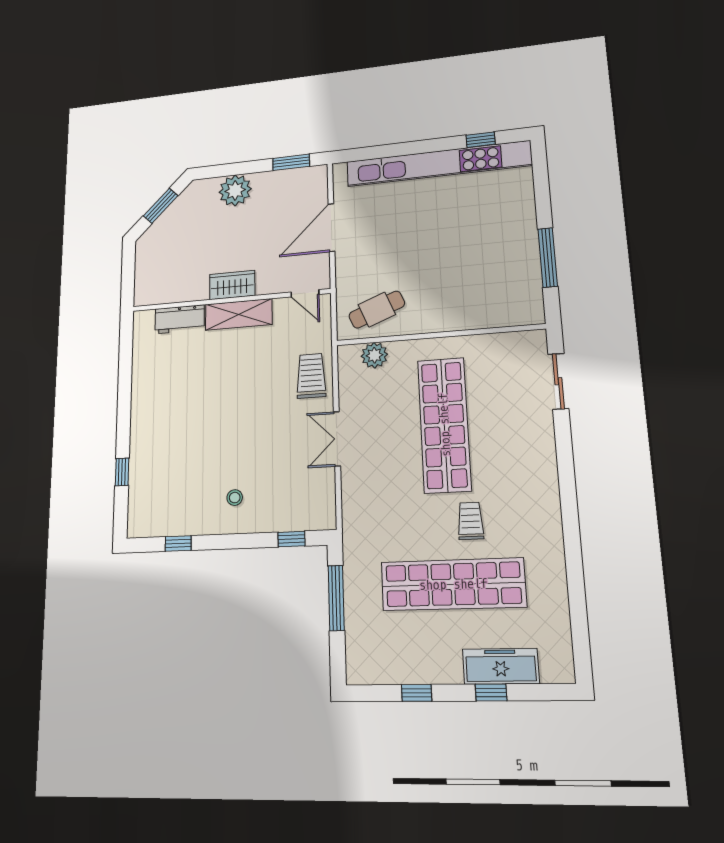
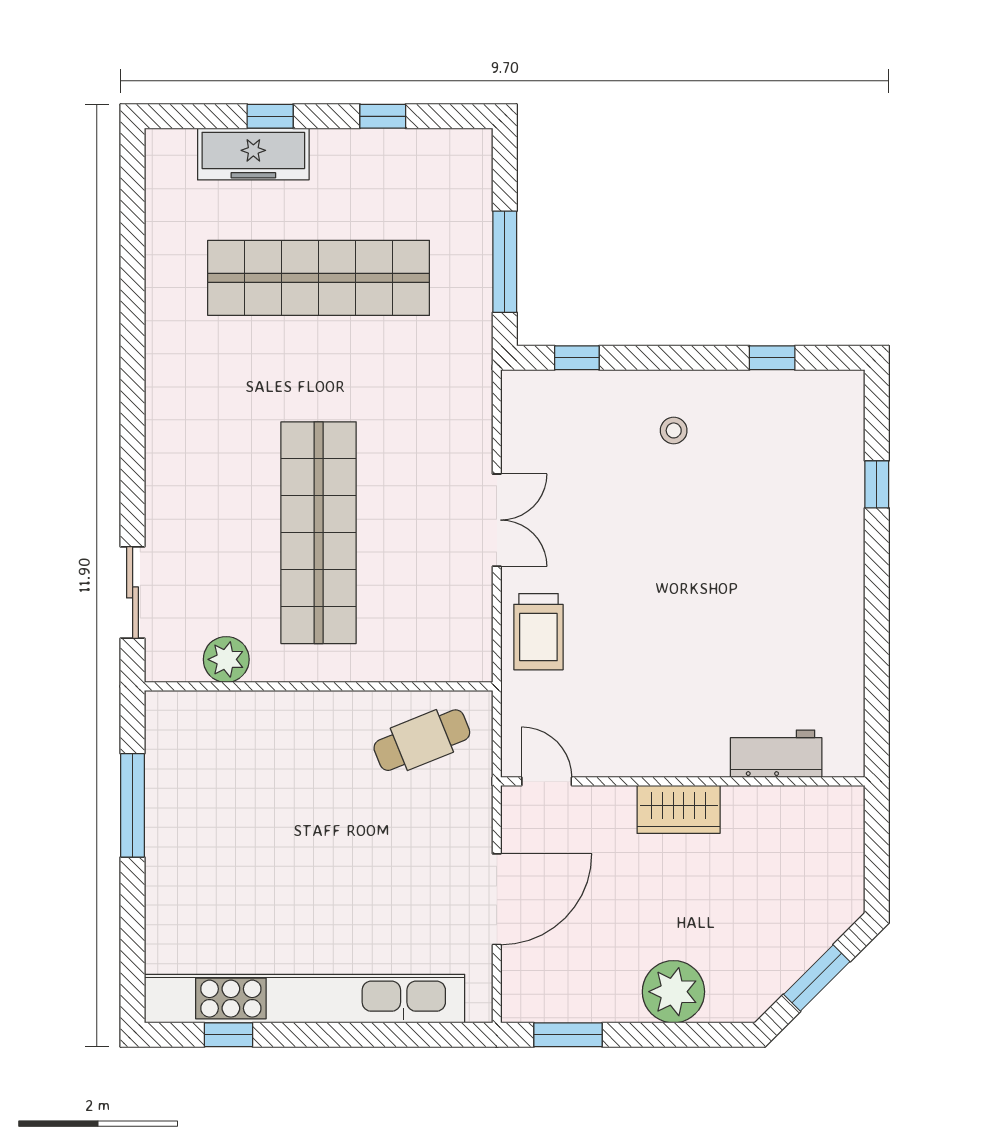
shelving: (239, 314) -> (667, 753), removed
plant: (374, 355) -> (226, 659), moved
trolley: (470, 521) -> (286, 375), removed

